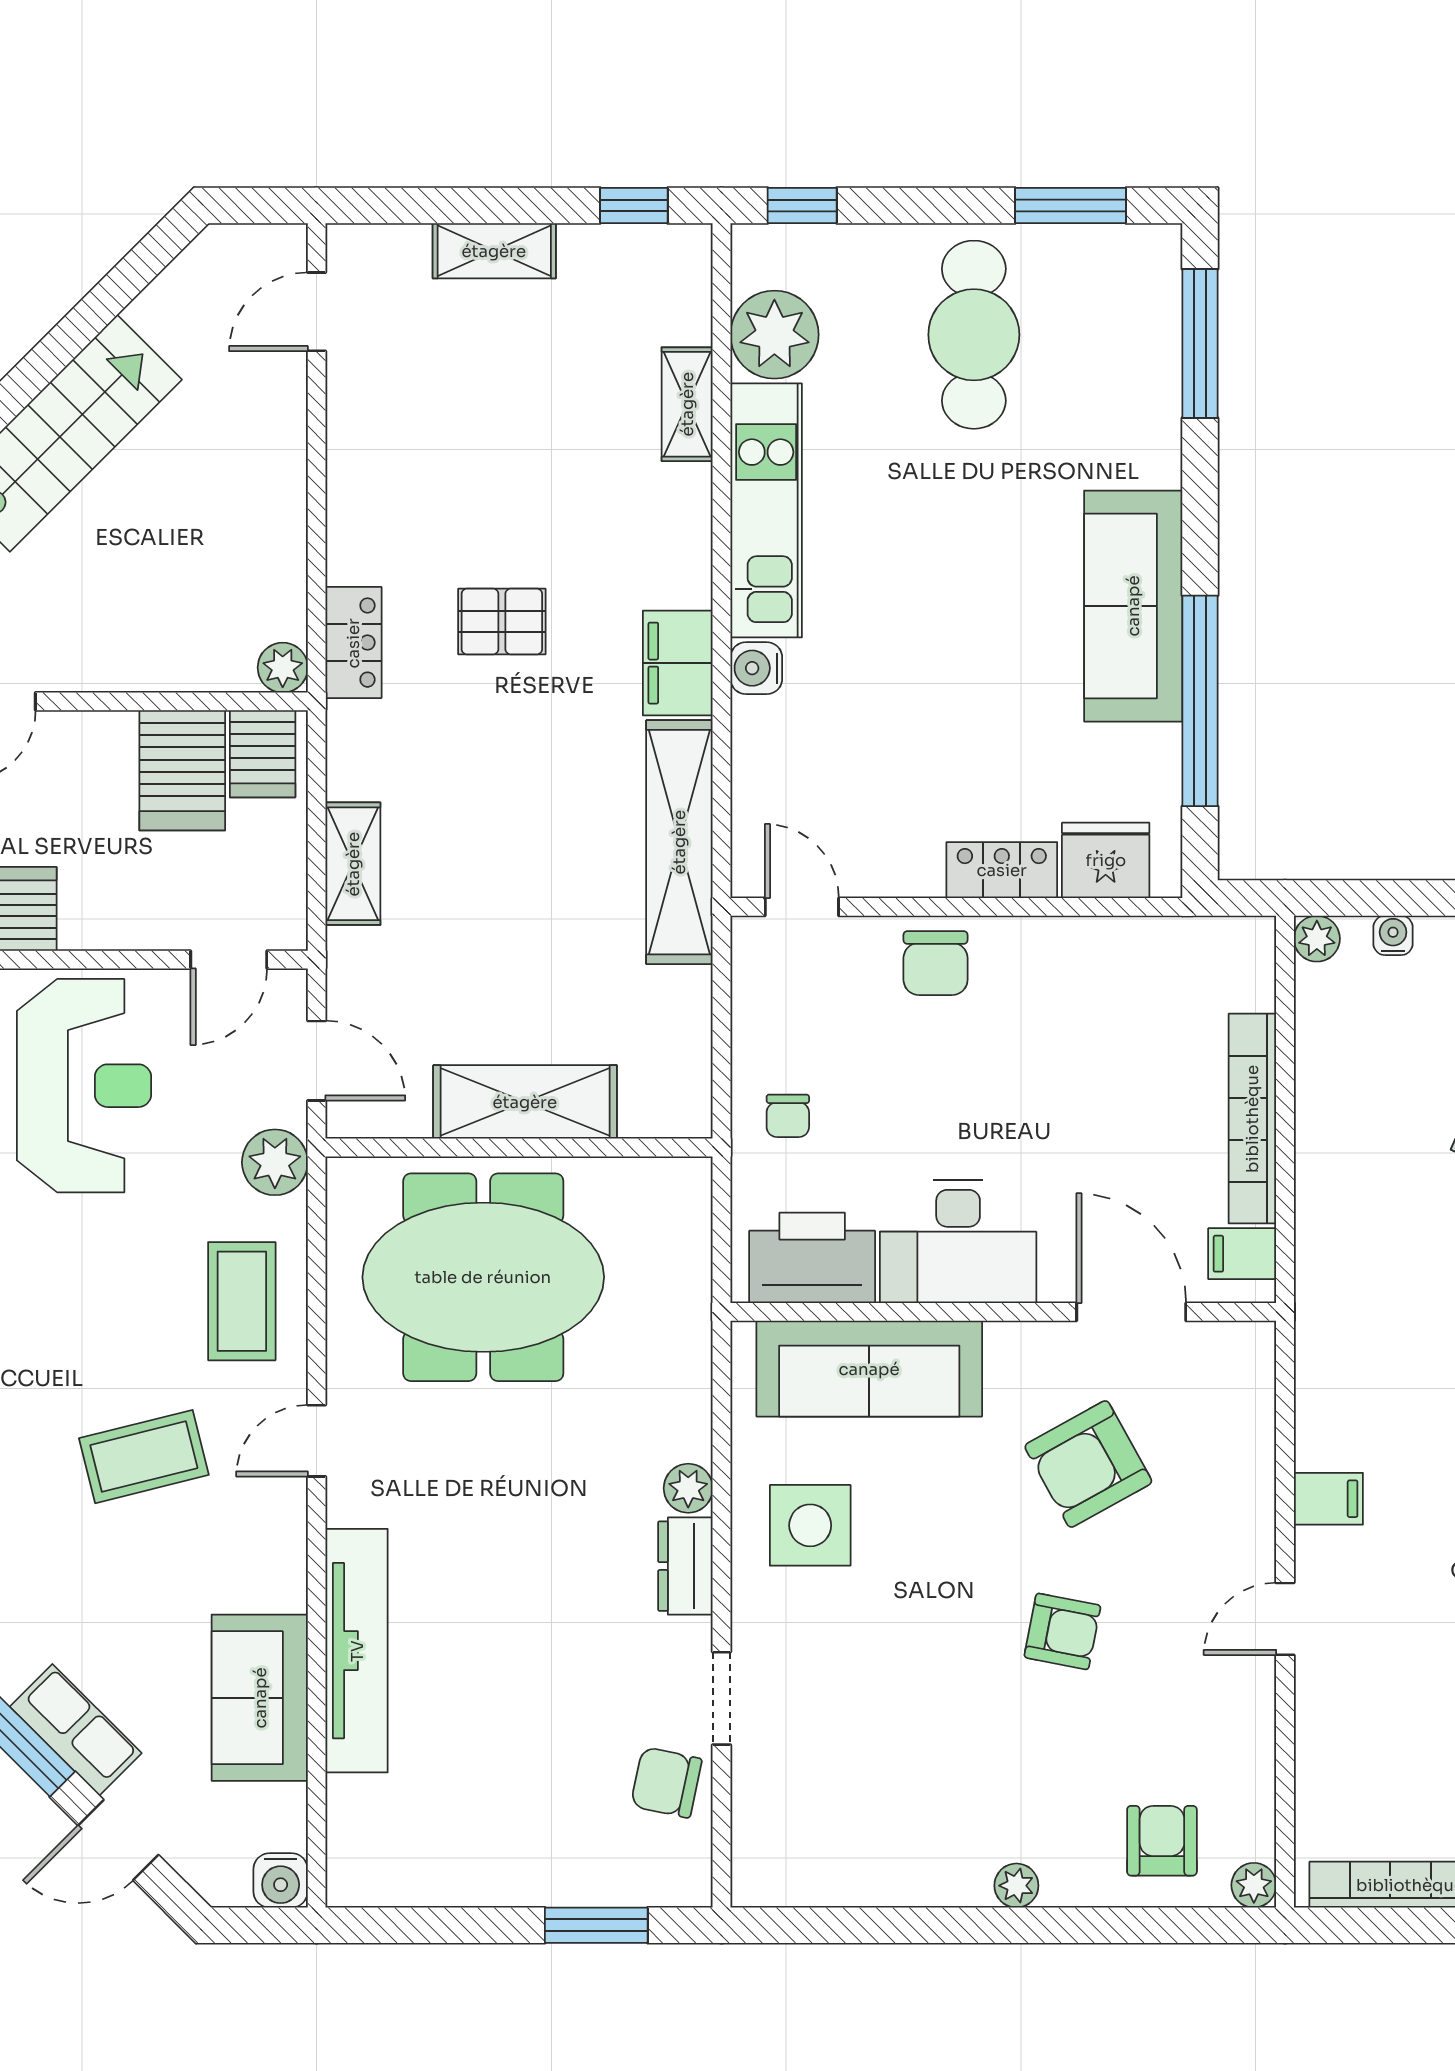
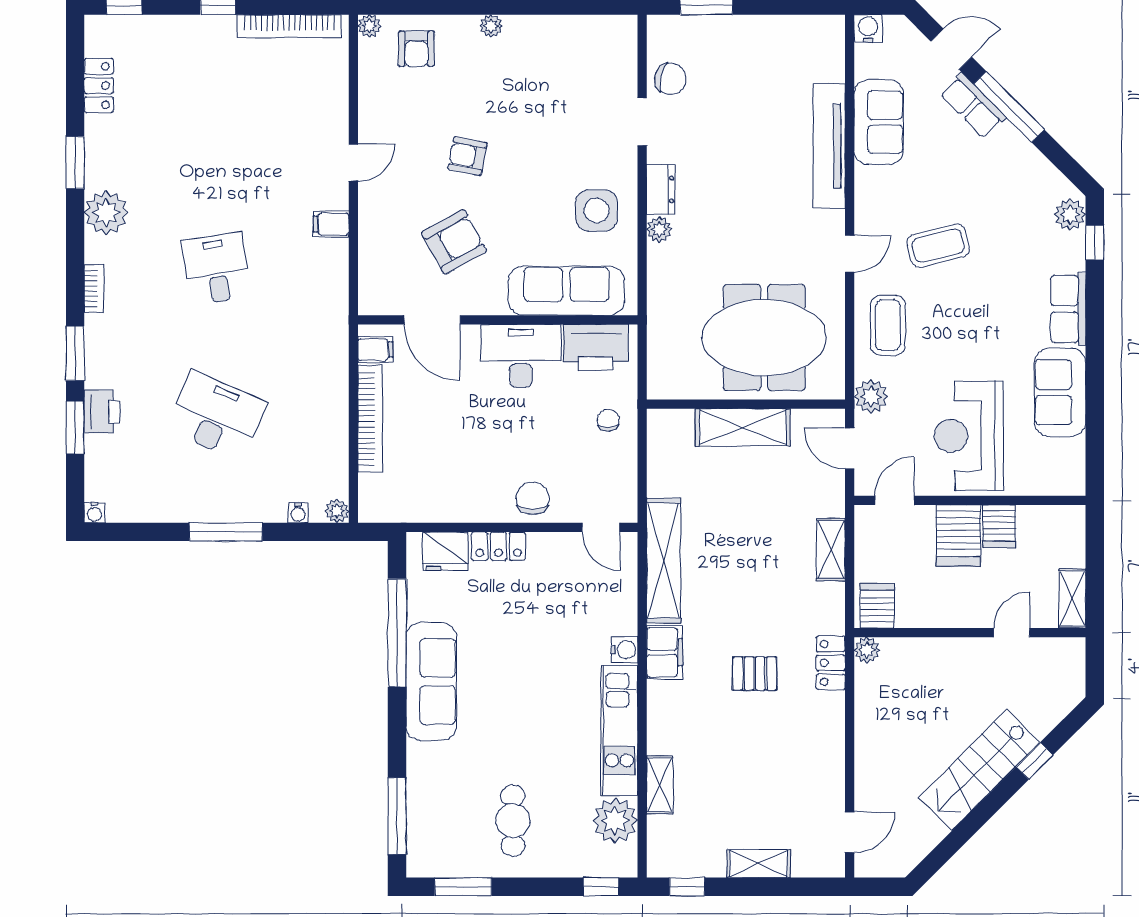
cafe table: (974, 335) -> (513, 821), width x0.73, depth x0.74
server rack: (182, 770) -> (958, 536), moved, turned 180

